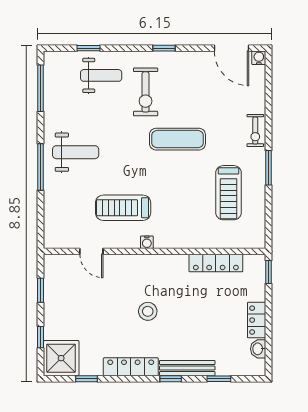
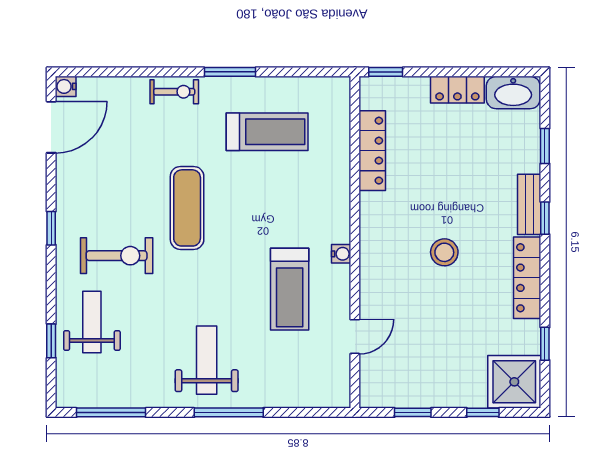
washbasin: (258, 349) -> (513, 93), width x1.91, depth x1.45
bench: (187, 368) -> (529, 204), width x0.73

